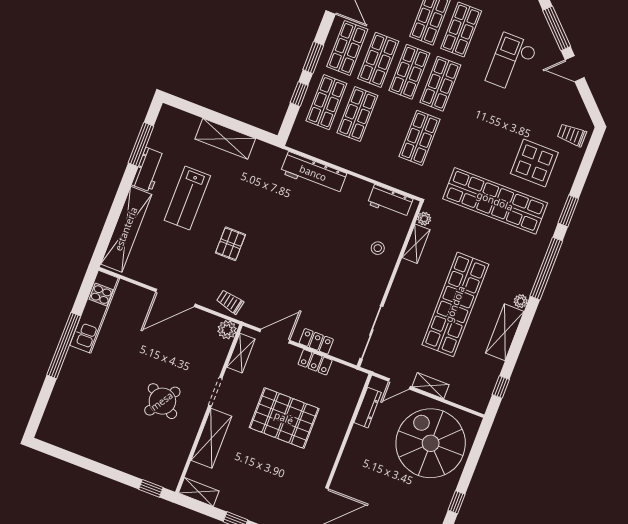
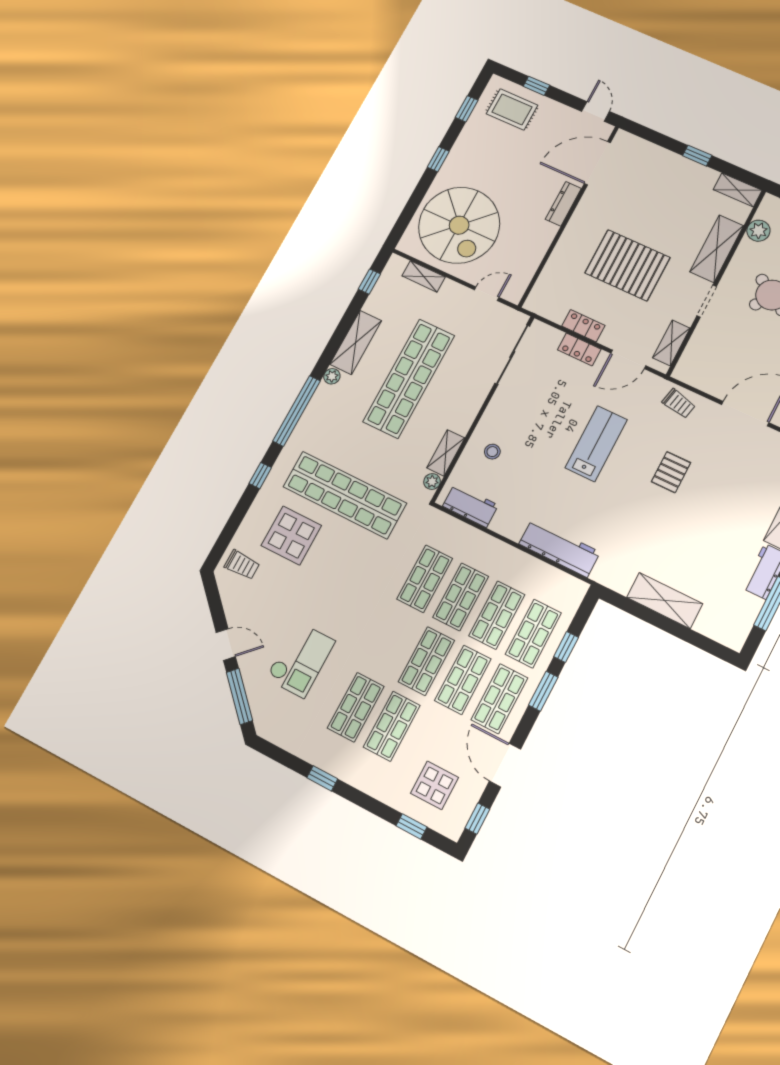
shop shelf: (440, 84) -> (461, 597), moved
lab bench: (187, 198) -> (596, 444), moved
window: (568, 211) -> (260, 476), width x0.67
plant: (227, 330) -> (758, 231), moved
shelving: (431, 386) -> (424, 276), moved
dresser: (368, 408) -> (563, 204), moved

